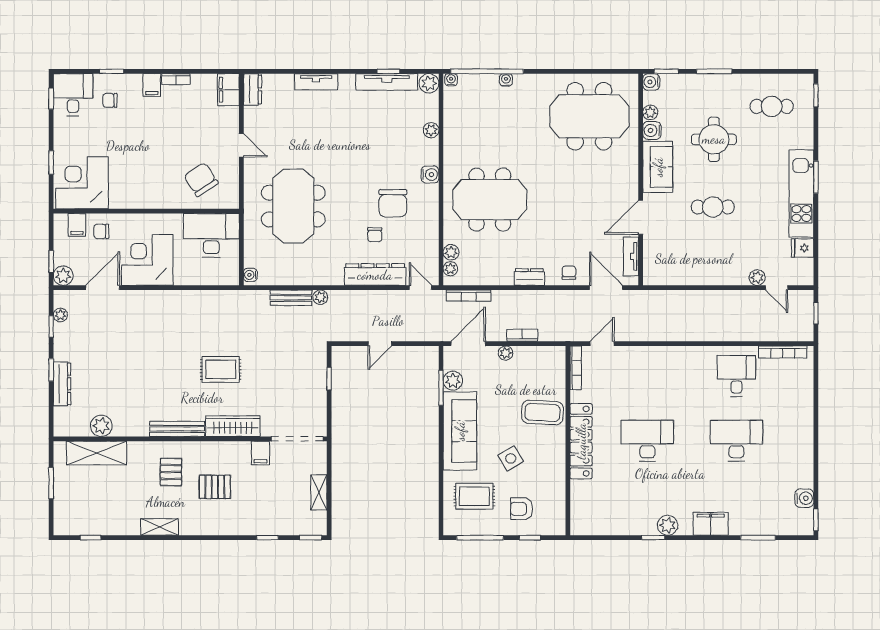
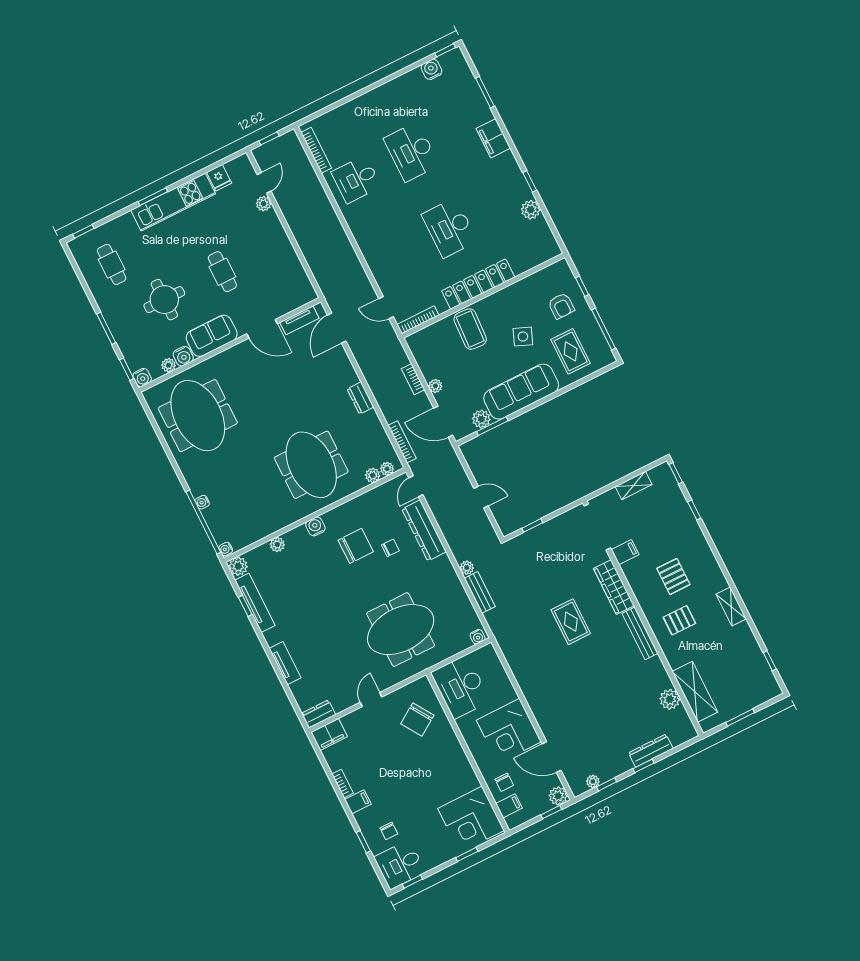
chair: (569, 273) -> (340, 366), removed
side table: (511, 458) -> (523, 337), turned -37
plant: (668, 525) -> (531, 210), moved

